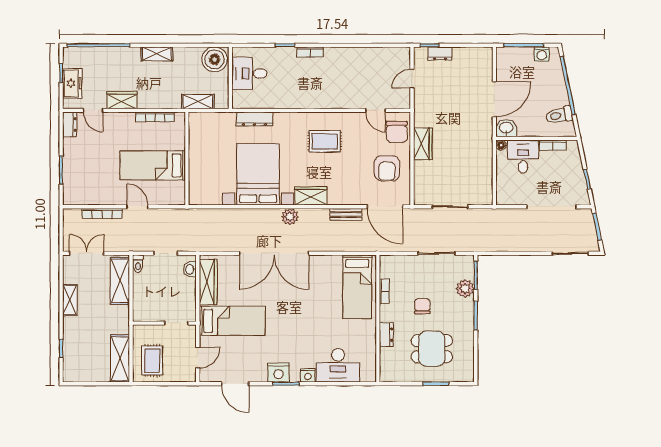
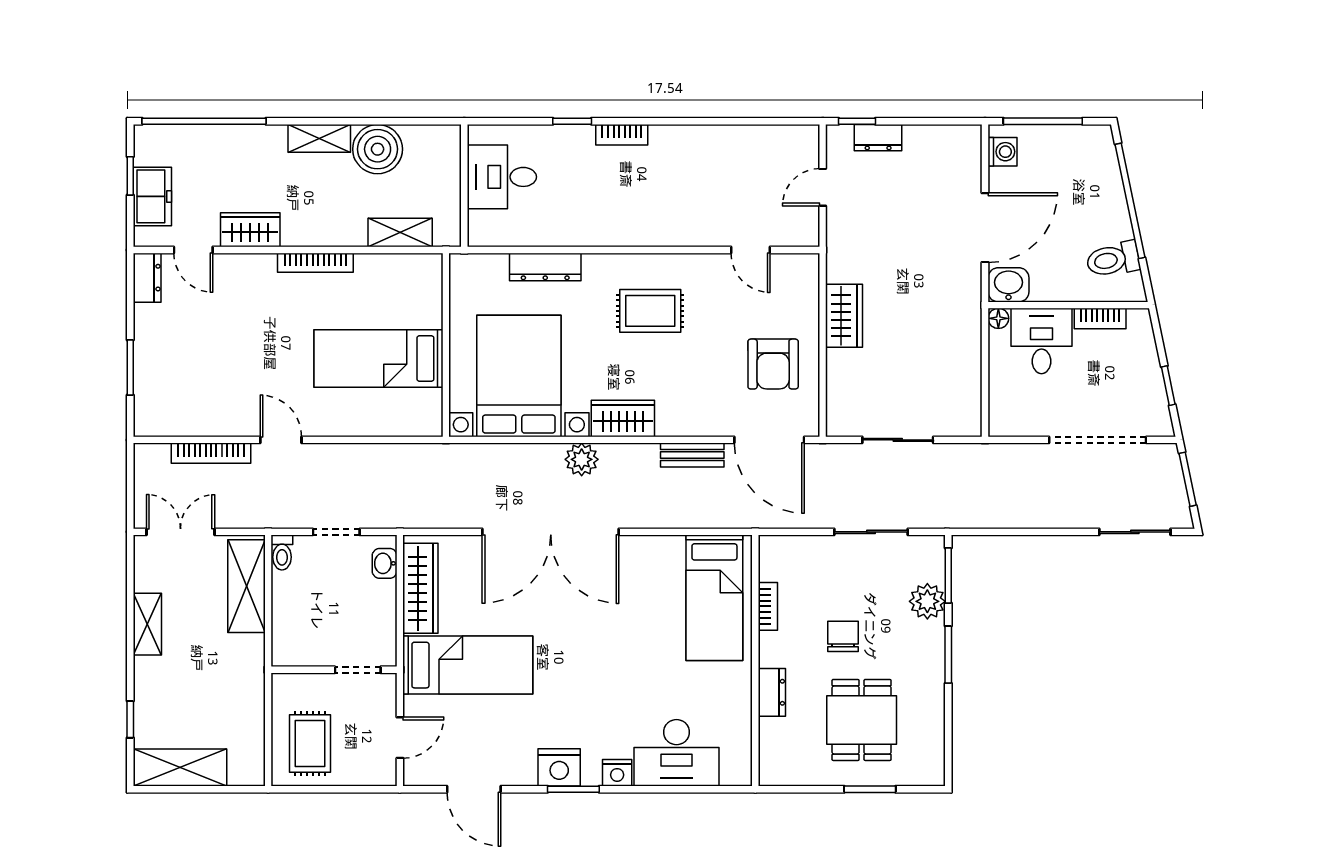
washing machine: (542, 54) -> (1003, 152), moved, turned -90
boiler: (215, 59) -> (378, 149), moved
dresser: (254, 119) -> (545, 267), moved
chair: (397, 132) -> (792, 292), removed
wall: (187, 159) -> (446, 345), moved
bed: (153, 165) -> (378, 358), moved
dining table: (432, 349) -> (862, 720), turned 90
shelving: (120, 359) -> (180, 767), moved, turned 90

